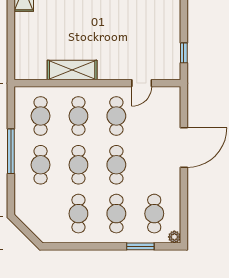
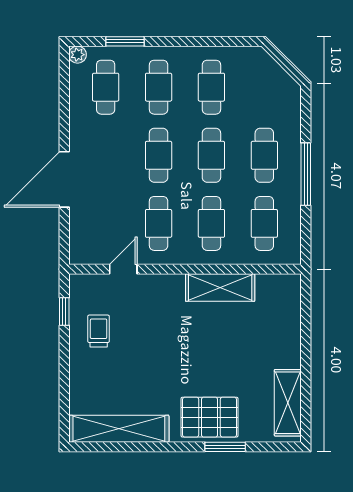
trolley: (159, 39) -> (99, 331), added

